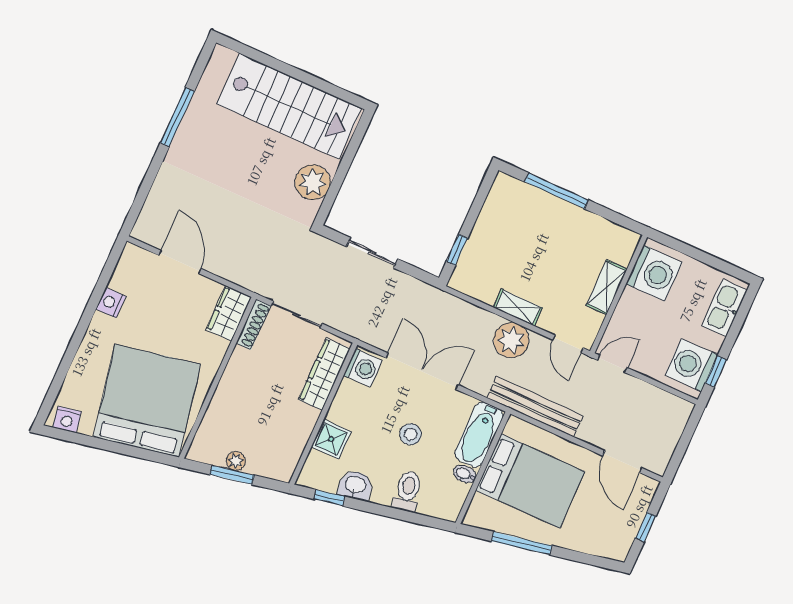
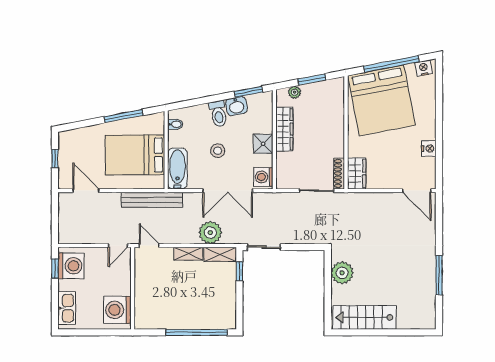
stairs: (289, 106) -> (364, 317), width x0.73, depth x0.66
window: (557, 191) -> (197, 332), width x1.46
sliding door: (372, 253) -> (264, 247), moved
door: (180, 262) -> (417, 191), moved
shelving: (607, 287) -> (220, 254), moved, turned 90
plant: (511, 340) -> (210, 233), moved
wardrobe: (324, 374) -> (284, 129), moved
shower: (331, 439) -> (263, 144), moved
window: (110, 446) -> (391, 64), added
plant: (236, 461) -> (295, 92), moved
bidet: (465, 474) -> (175, 124), moved
toilet: (408, 491) -> (218, 114), moved
window: (329, 498) -> (248, 92), width x1.50

